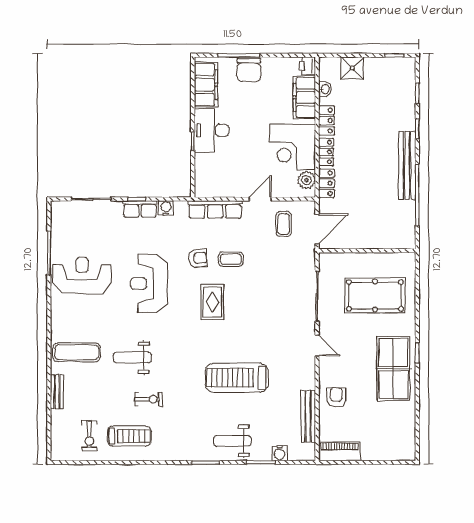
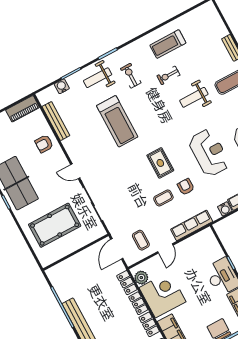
armchair: (198, 258) -> (186, 187), turned 95
weight bench: (132, 358) -> (194, 97), turned 180
treadmill: (237, 378) -> (117, 121), turned 90
armchair: (336, 397) -> (44, 144), turned 90
exercise bike: (89, 436) -> (131, 76), moved
weight bench: (232, 441) -> (98, 78), turned 180

